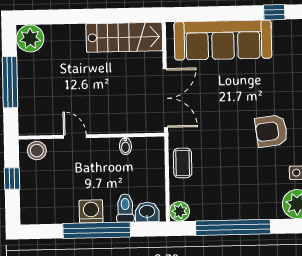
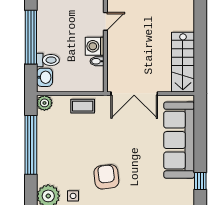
washing machine: (91, 211) -> (95, 46), moved, turned 180

